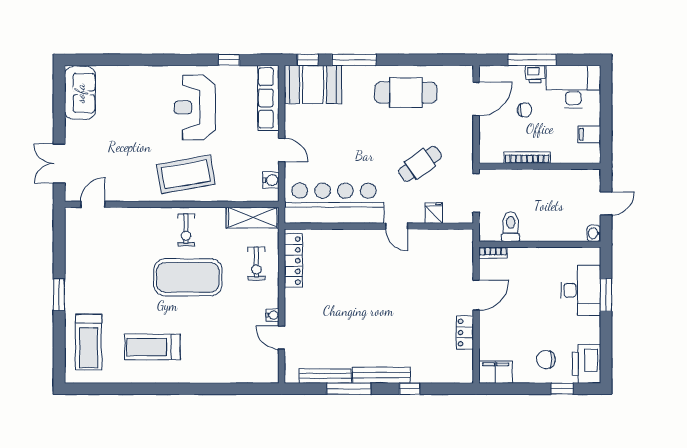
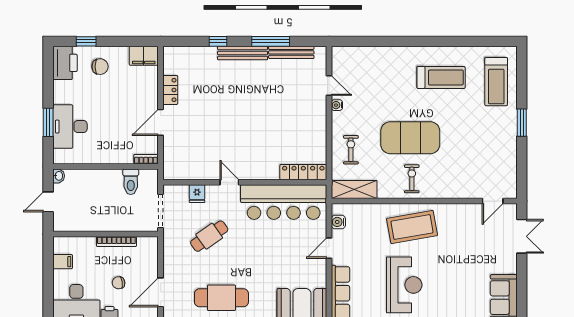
door: (282, 150) -> (329, 248), hinge flipped
locker: (293, 261) -> (303, 172), moved, turned 90
treadmill: (89, 342) -> (496, 82), turned 180

